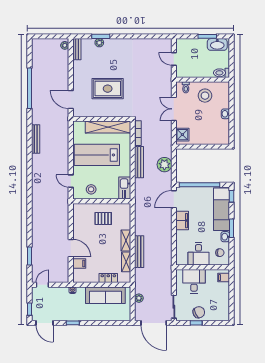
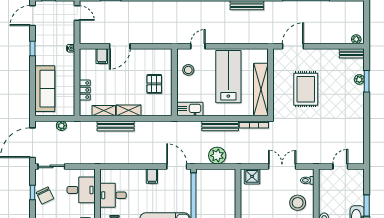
filing cabinet: (182, 221) -> (152, 176), width x0.50
sofa: (105, 295) -> (45, 89), moved, turned 180

